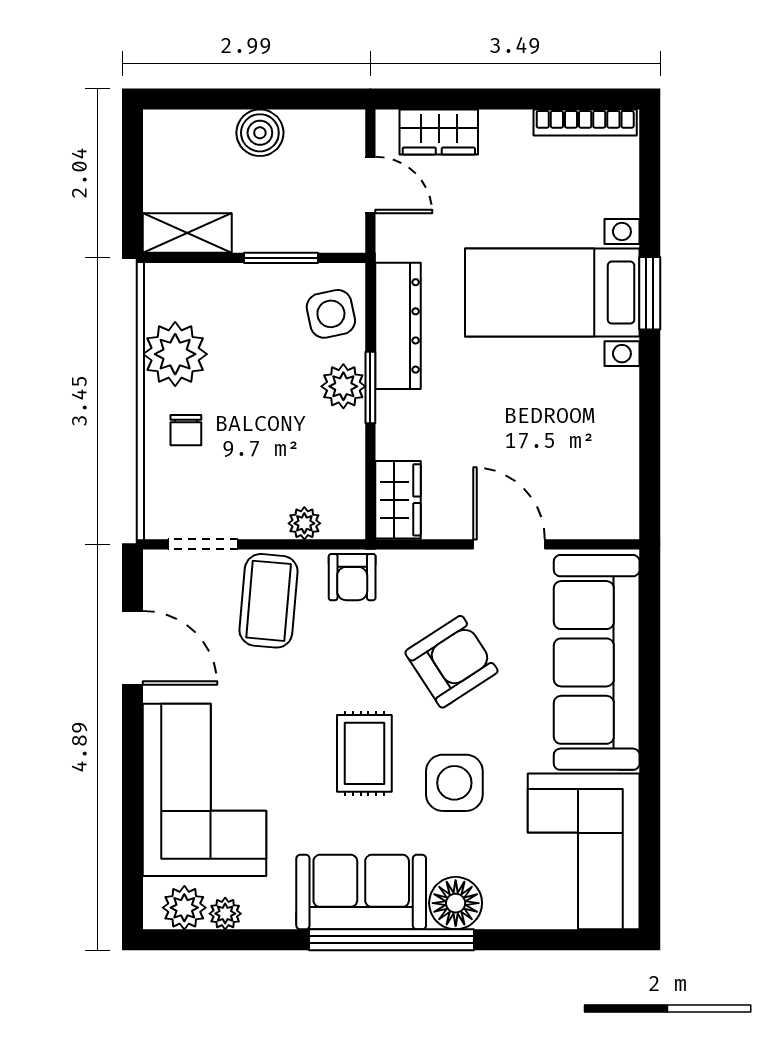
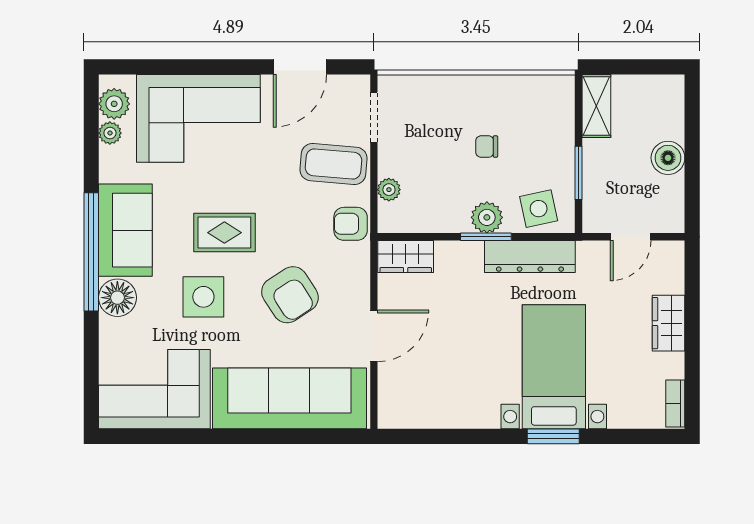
bookcase: (585, 123) -> (675, 404), width x0.64
wardrobe: (439, 132) -> (669, 323), moved
plant: (175, 354) -> (510, 97), removed
chair: (186, 430) -> (487, 147), moved

